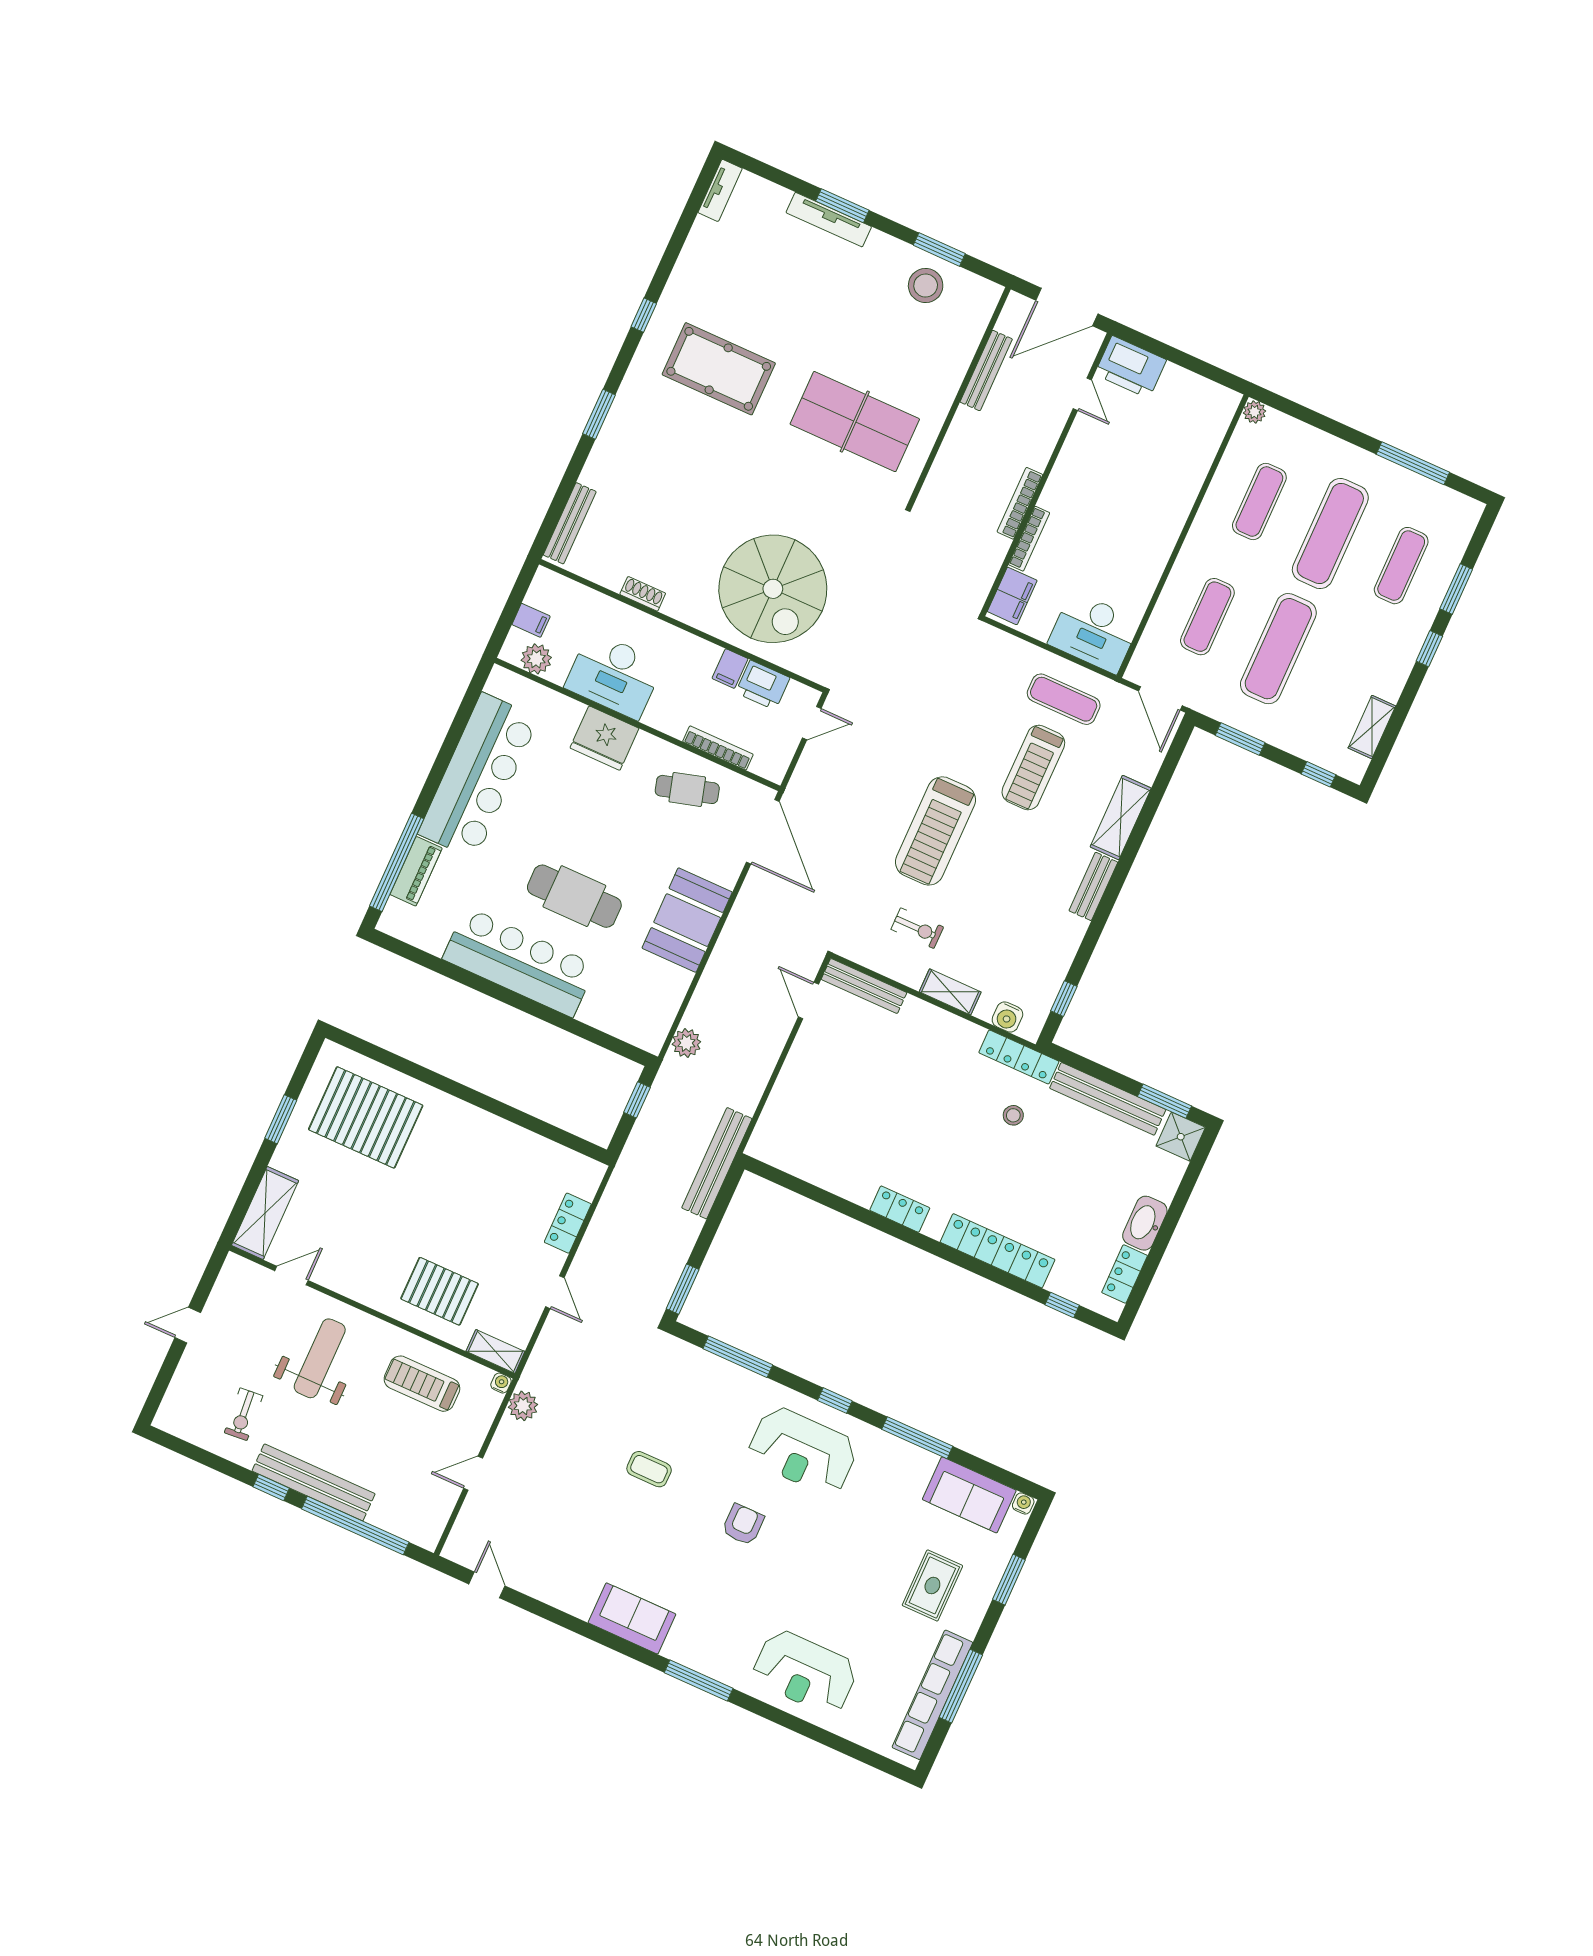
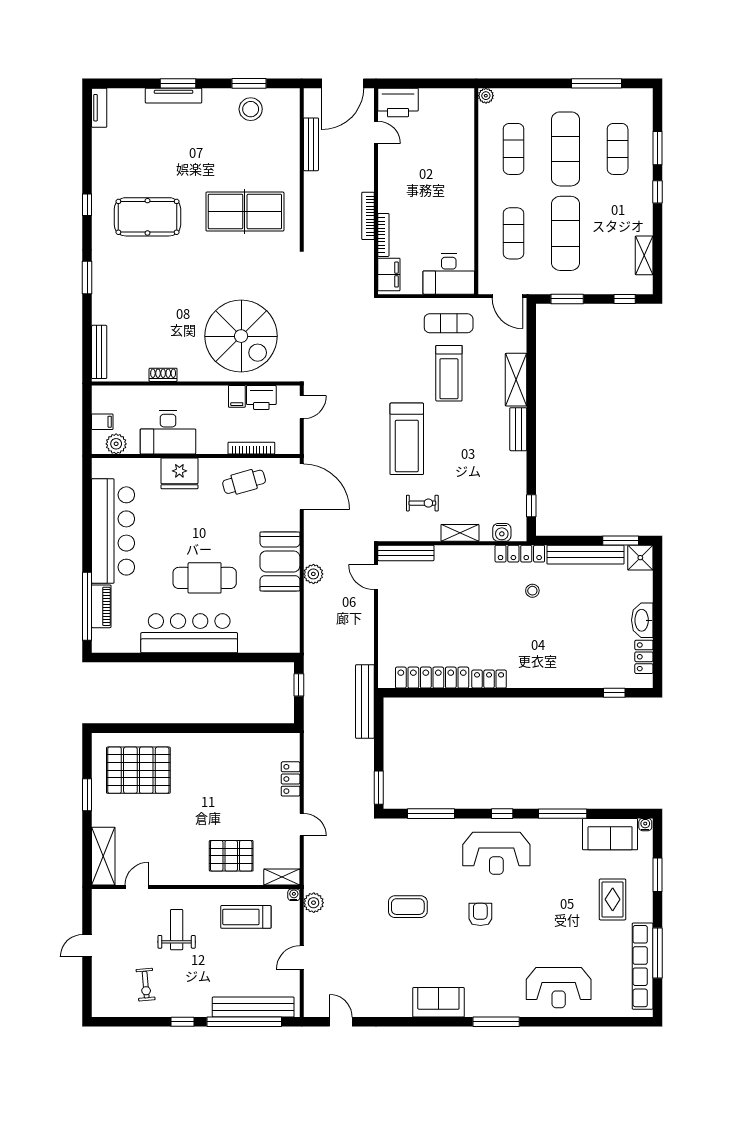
plant: (686, 1043) -> (313, 574), moved
locker: (998, 1251) -> (432, 678), moved
weight bench: (320, 1358) -> (177, 930), width x0.73, depth x0.75
coffee table: (649, 1469) -> (408, 907), width x1.36, depth x1.30
bench: (314, 1482) -> (253, 1007), moved

